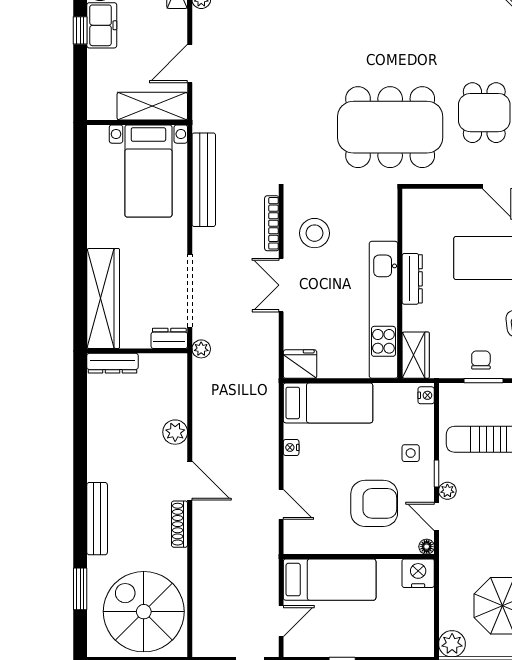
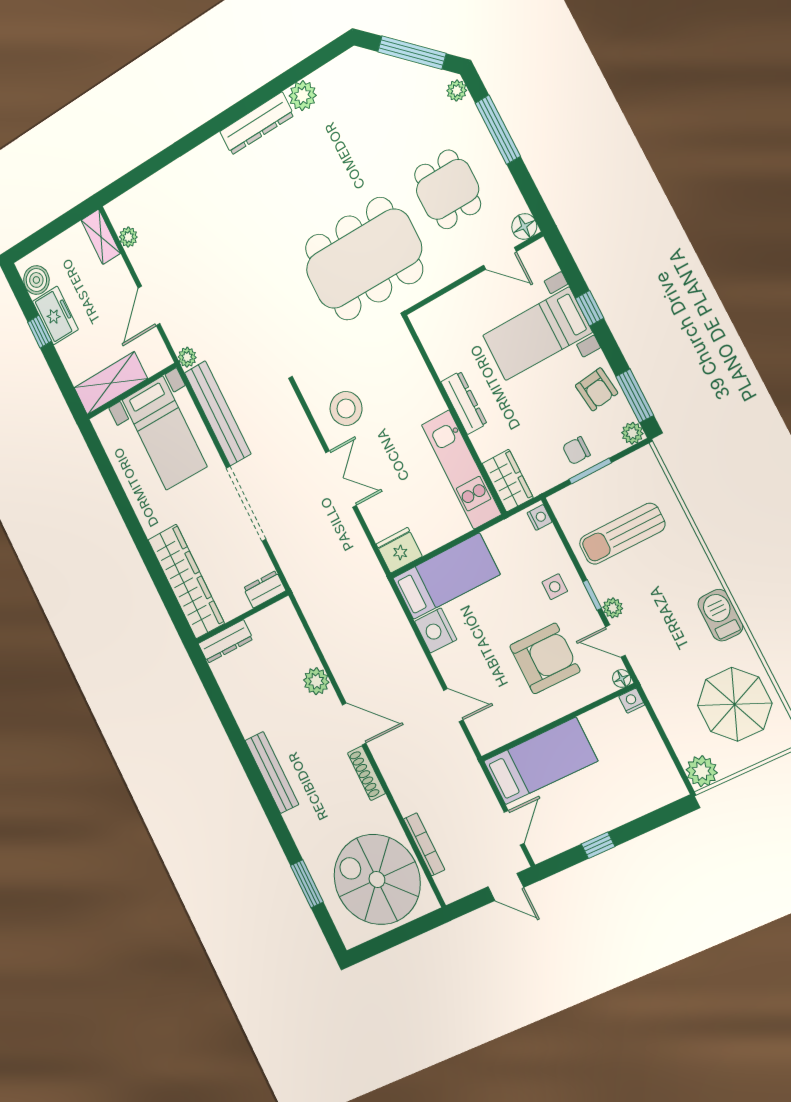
shelving: (152, 106) -> (111, 383), moved
bookcase: (272, 223) -> (424, 844), moved, turned 180
double door: (281, 285) -> (341, 479), swing flipped
doorway: (190, 291) -> (246, 504), moved
kitchen unit: (383, 310) -> (461, 470), width x0.73
plant: (201, 349) -> (187, 357), moved
chair: (481, 360) -> (576, 451), turned -90
nightstand: (291, 447) -> (436, 630), width x1.89, depth x1.79
bench: (97, 519) -> (272, 772), moved
nightstand: (418, 573) -> (632, 701), width x0.53, depth x0.56

